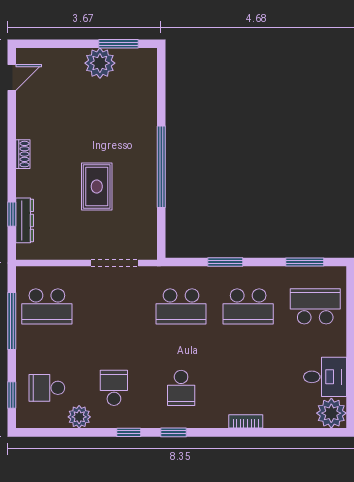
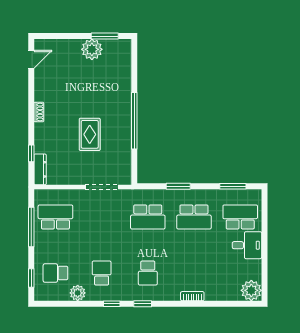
dresser: (25, 220) -> (40, 169), moved
school desk: (47, 306) -> (55, 217), turned 180
desk: (325, 377) -> (247, 245), moved

